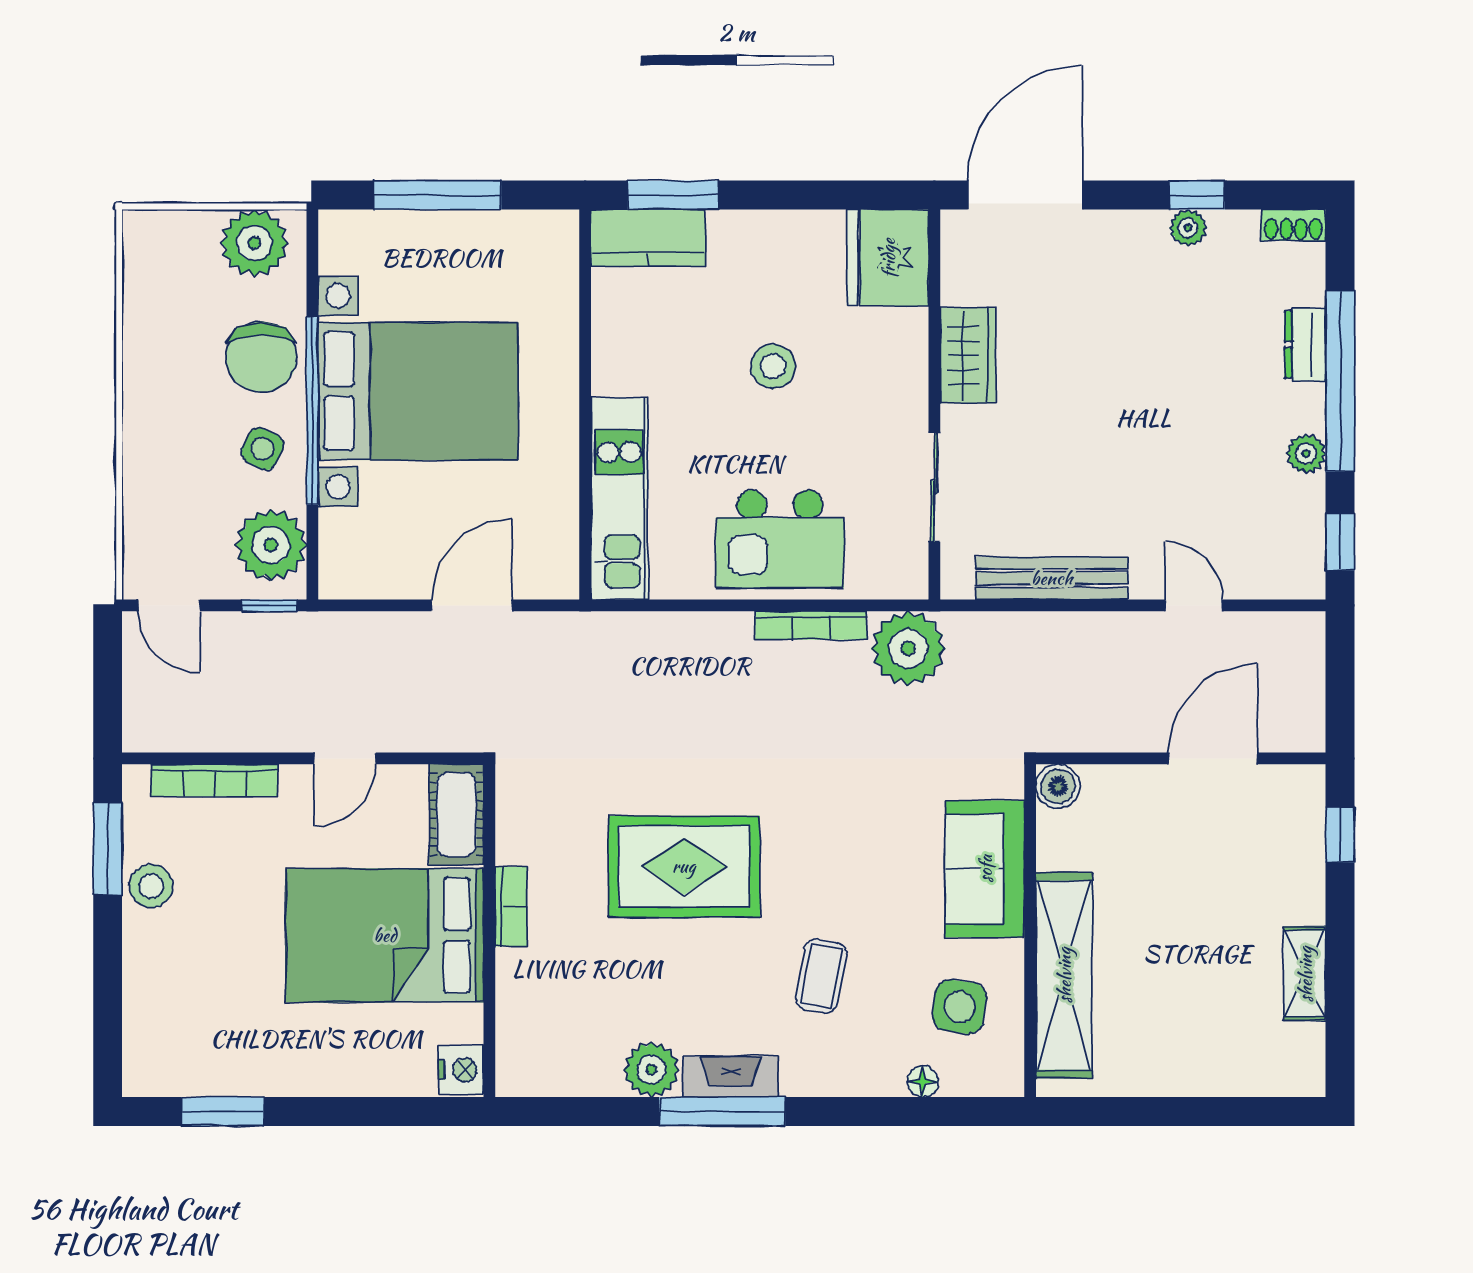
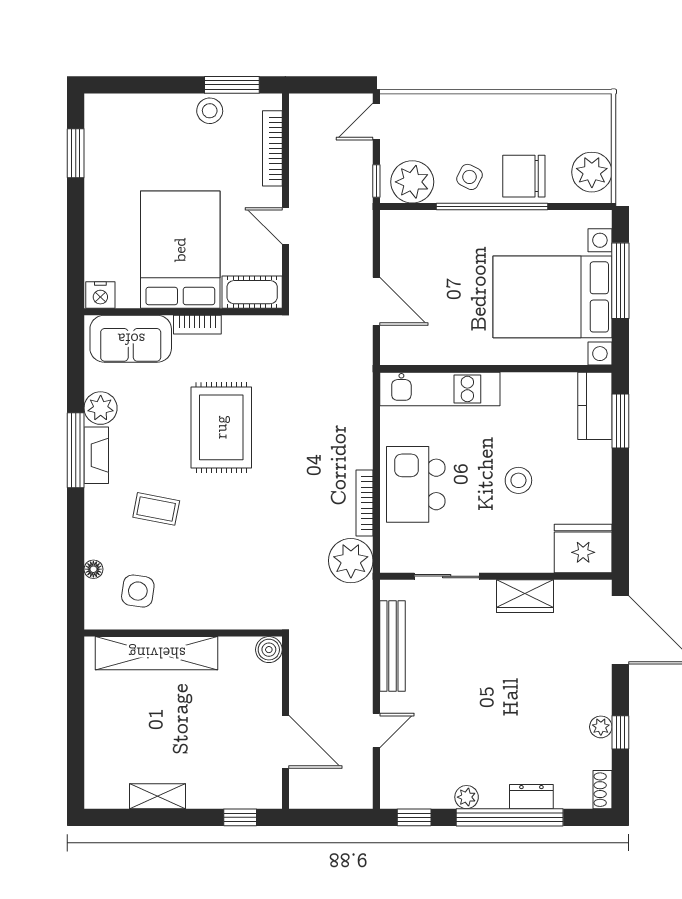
bed with nightstands: (418, 391) -> (552, 297), moved, turned 90
sofa: (985, 869) -> (131, 339), moved, turned 180

